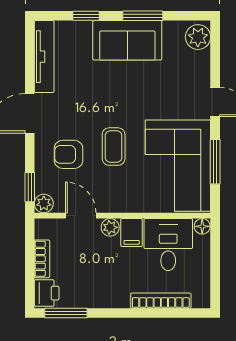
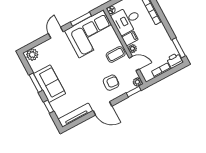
coffee table: (114, 147) -> (116, 54), moved
armchair: (69, 154) -> (111, 83), turned -86
door: (81, 216) -> (134, 64), swing flipped

